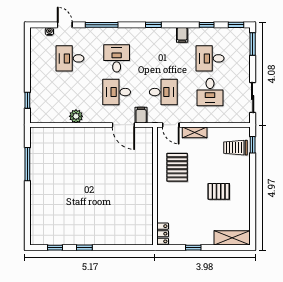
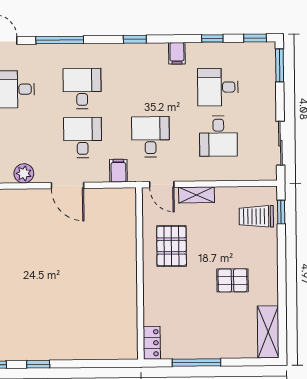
desk: (117, 92) -> (83, 137), turned 90
desk: (163, 92) -> (150, 137), turned -90
door: (123, 125) -> (67, 185), moved
shelving: (232, 238) -> (268, 332), moved, turned 90
window: (193, 248) -> (196, 363), width x2.17

